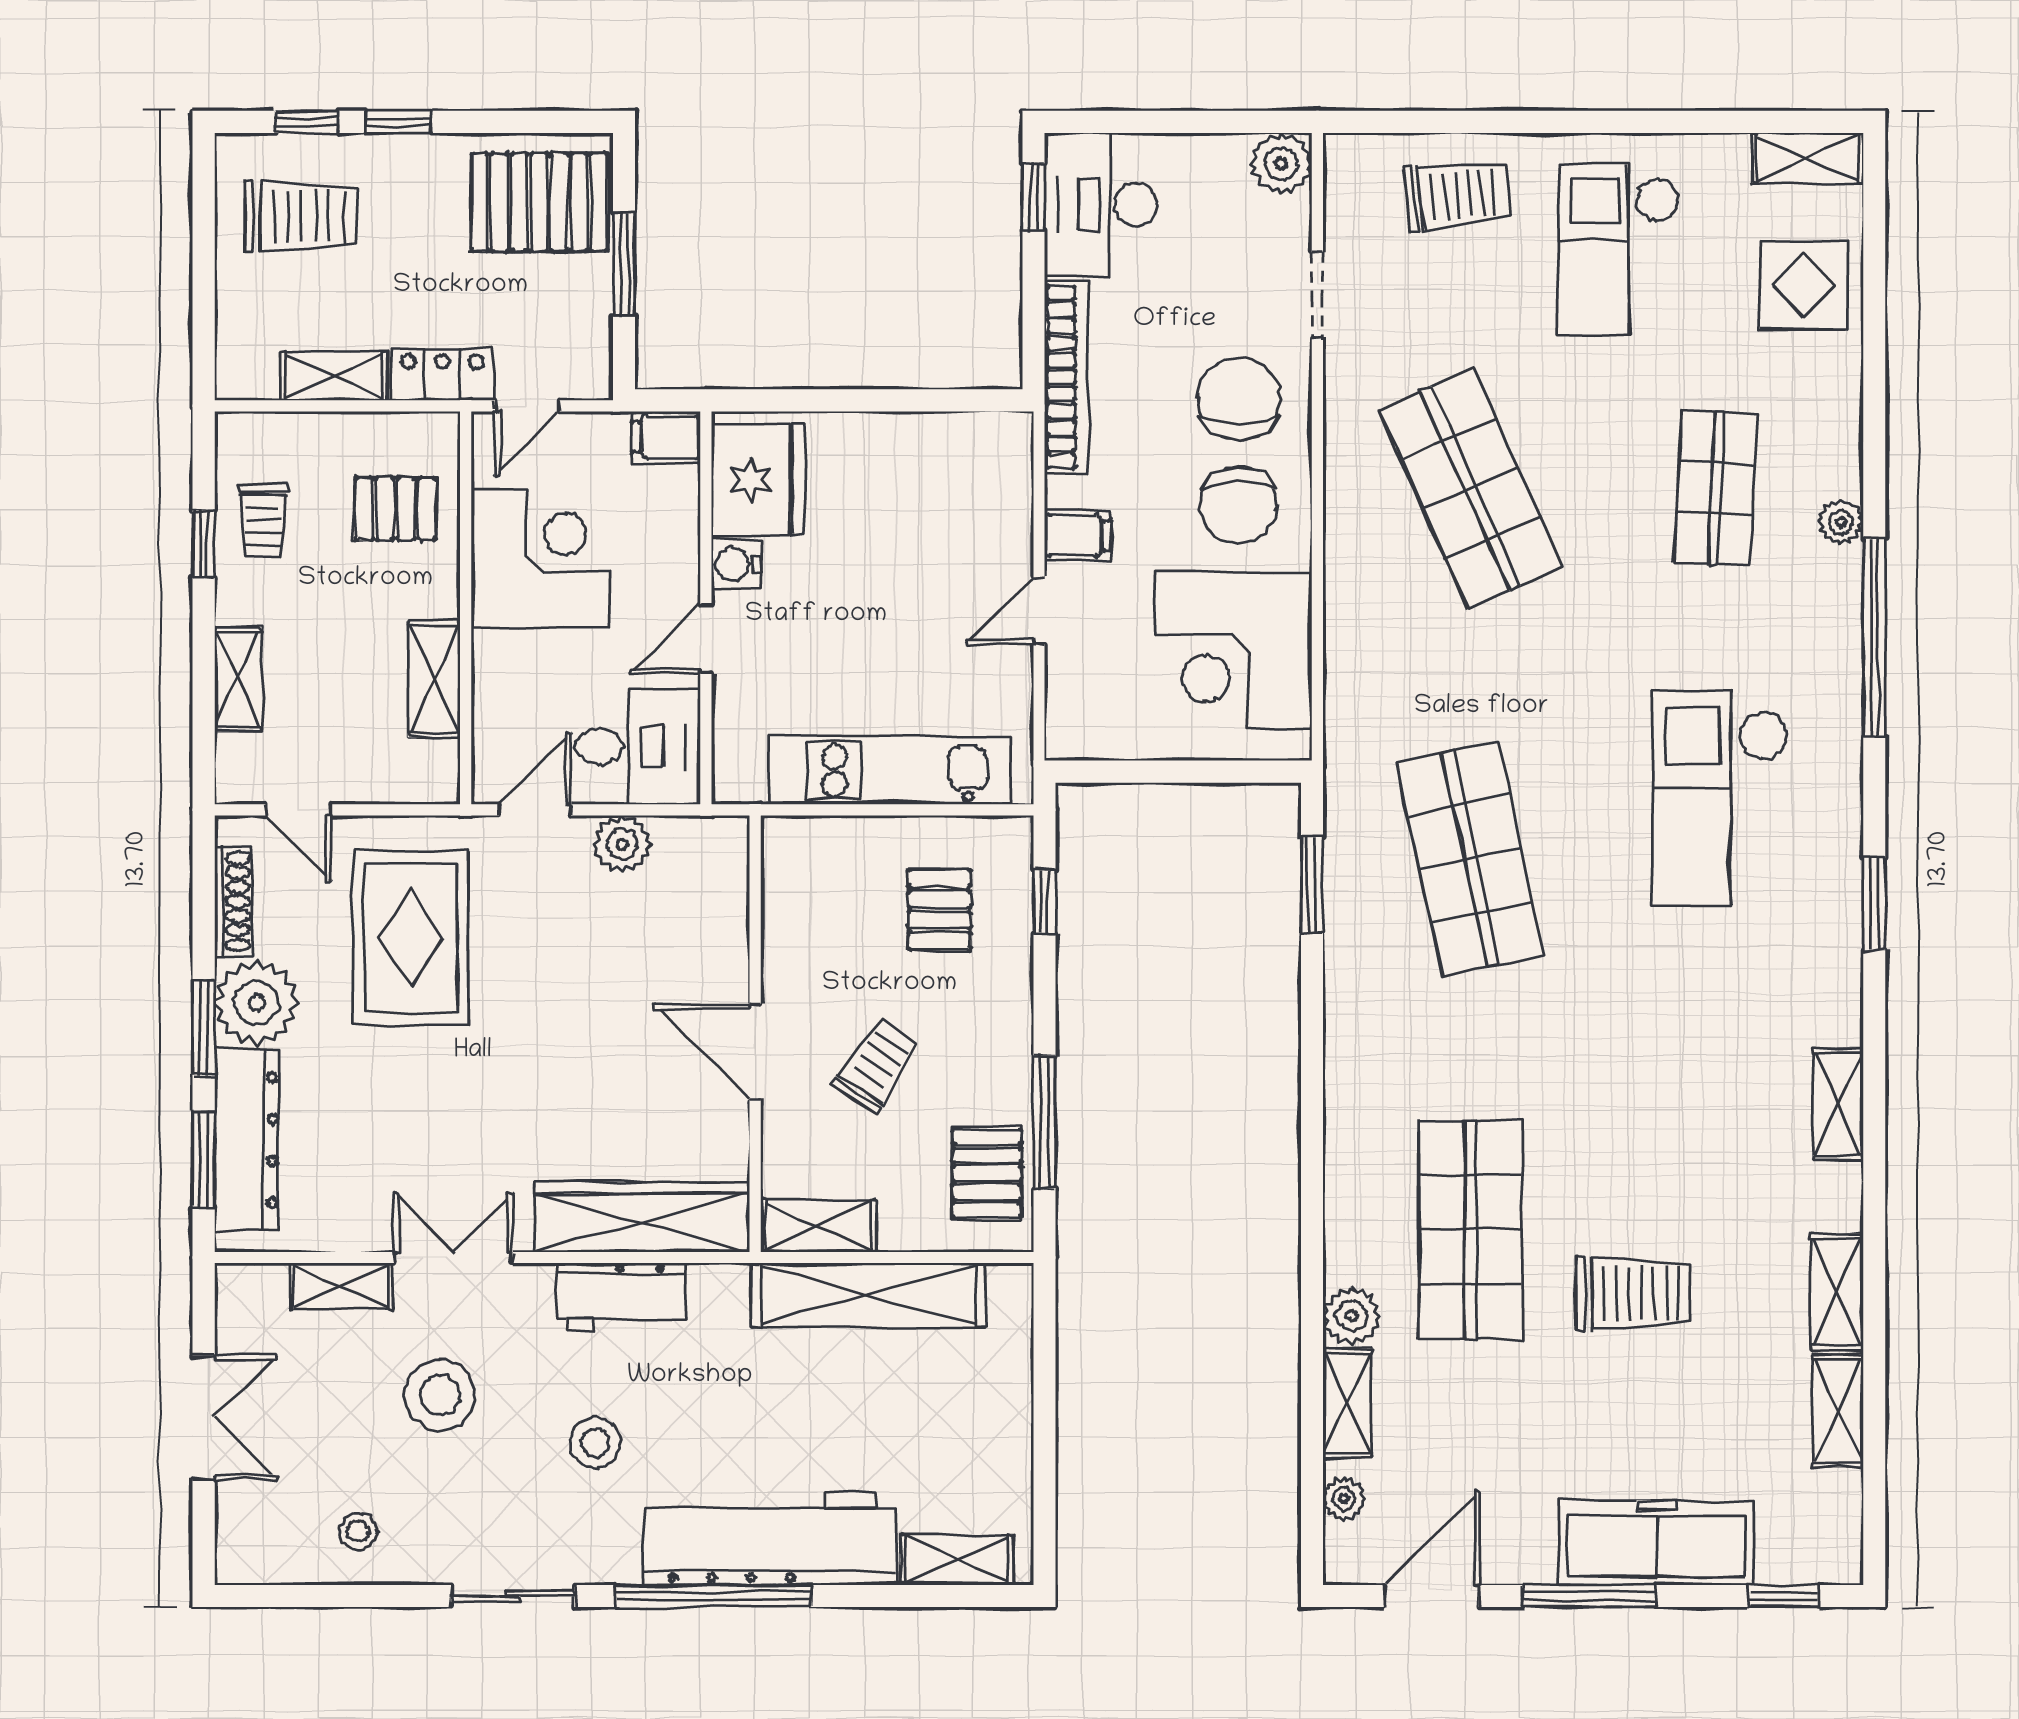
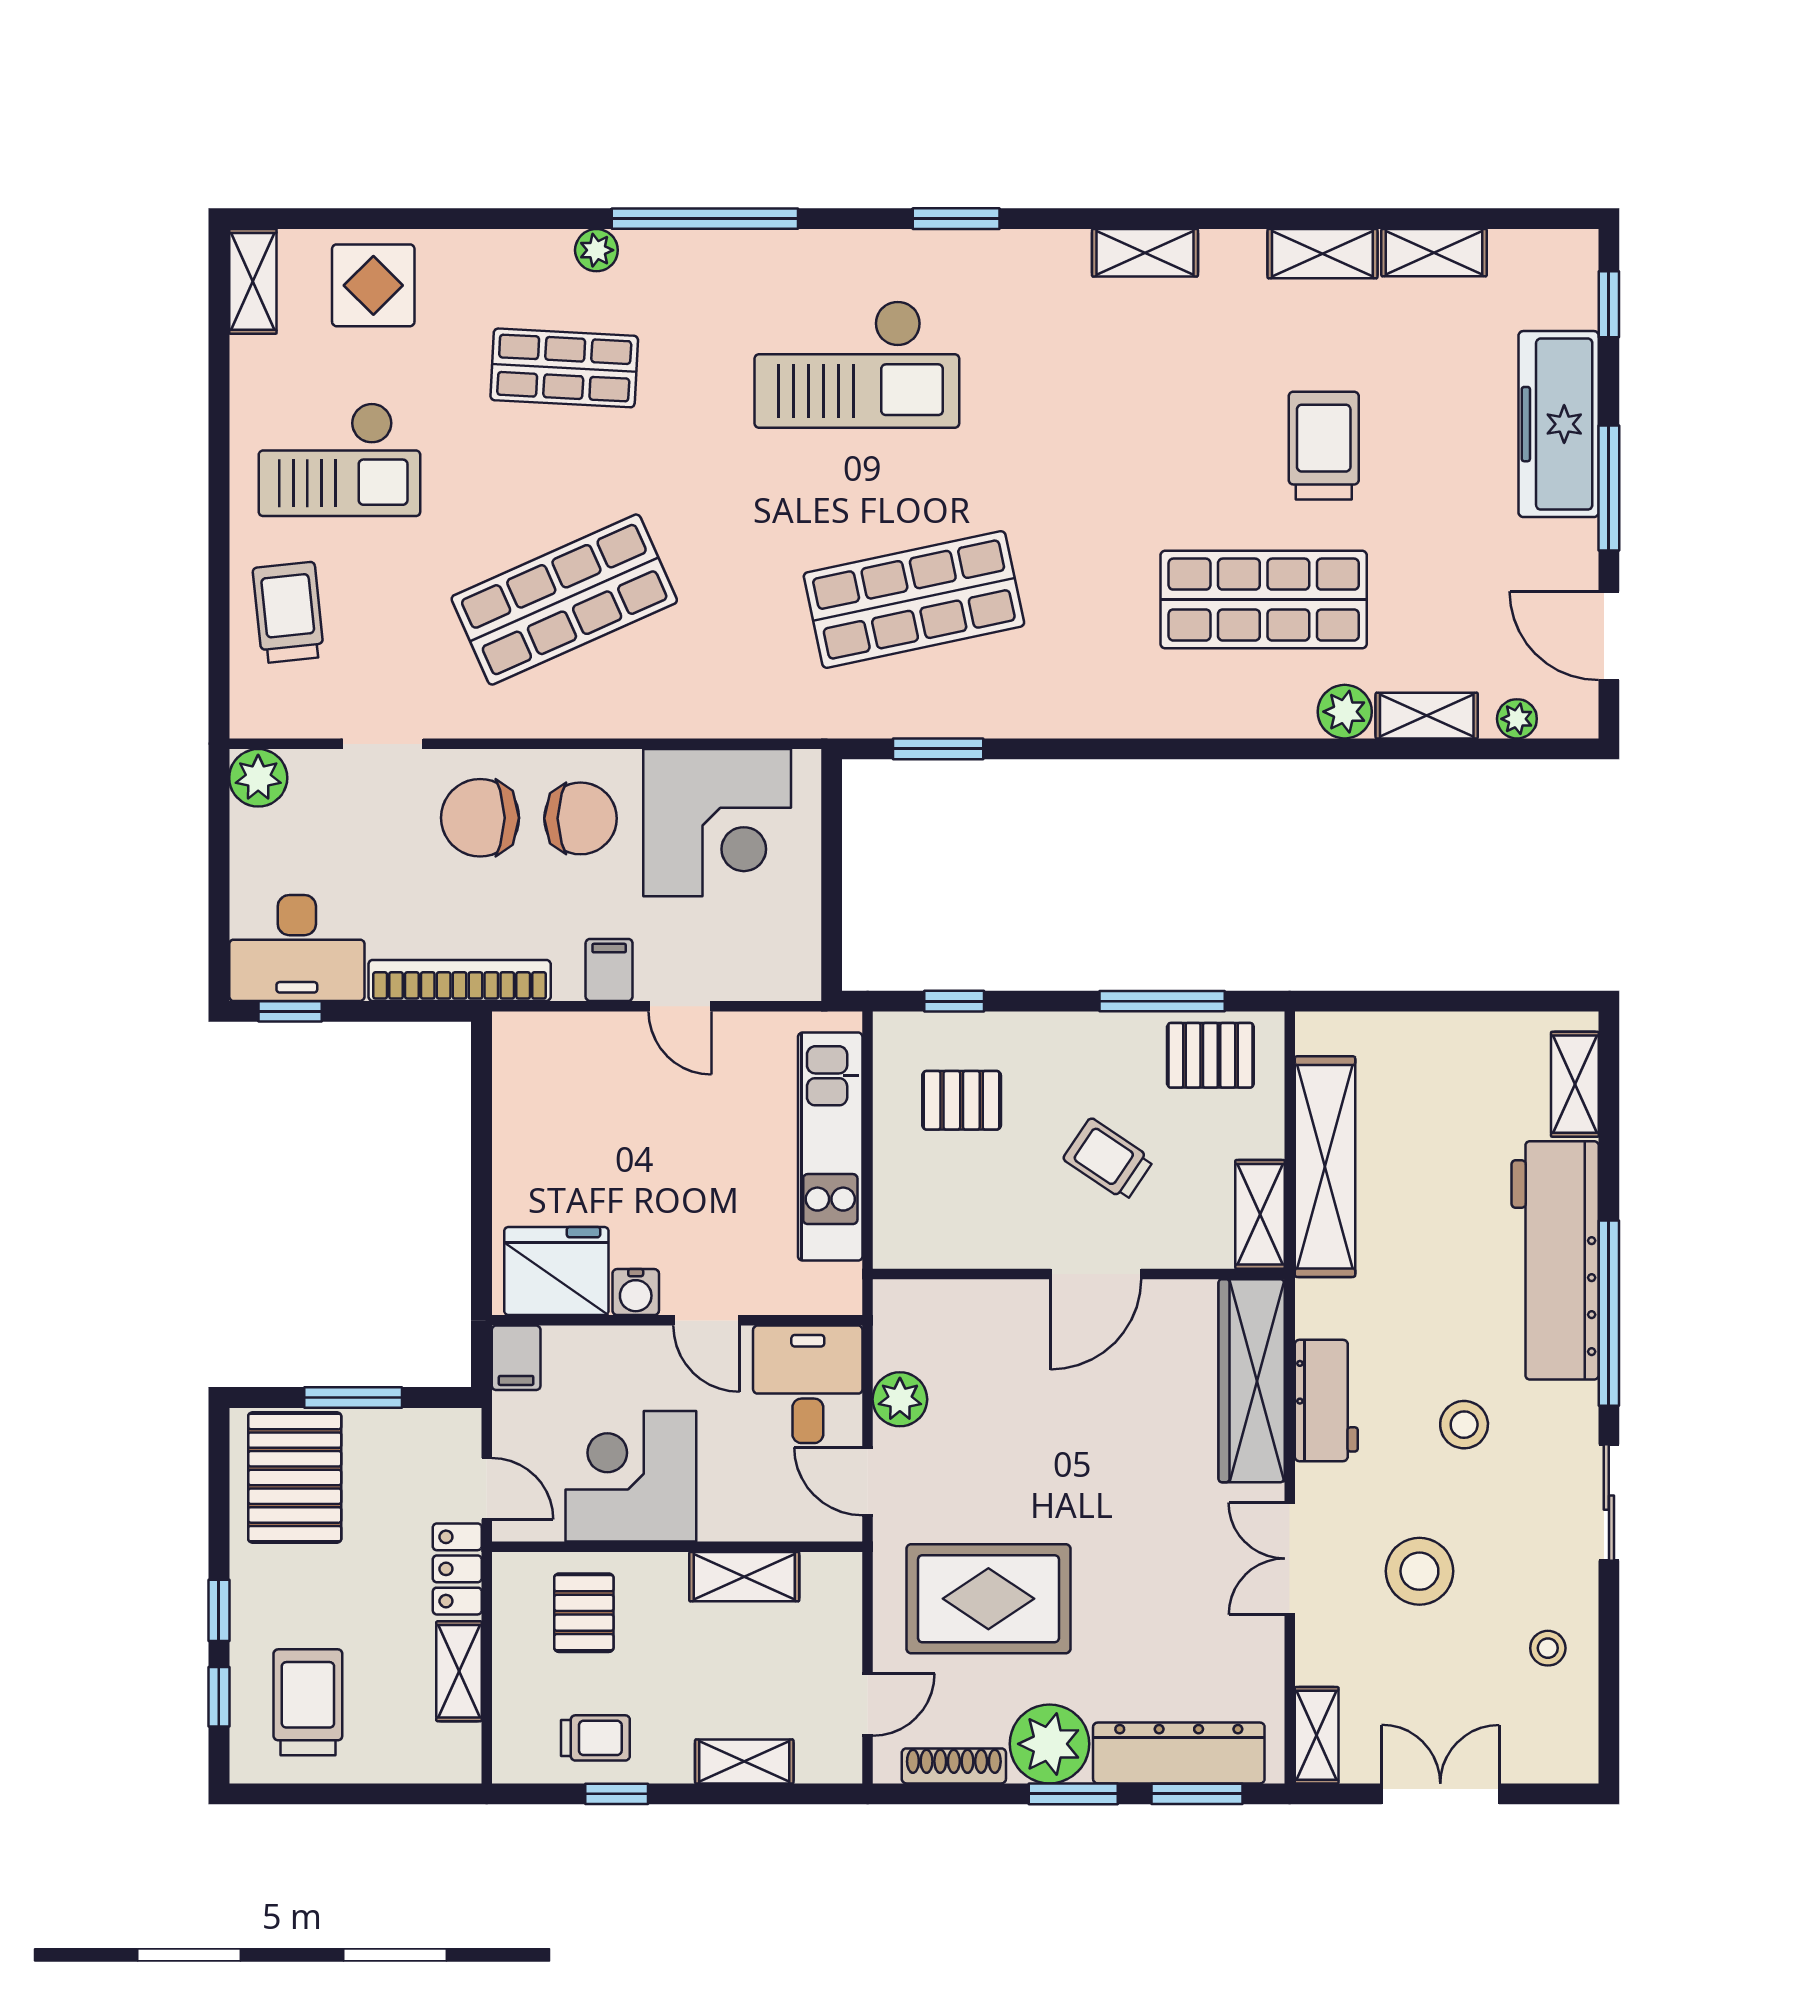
shelving: (341, 1286) -> (1317, 1735), moved

